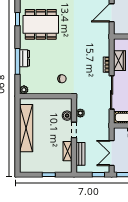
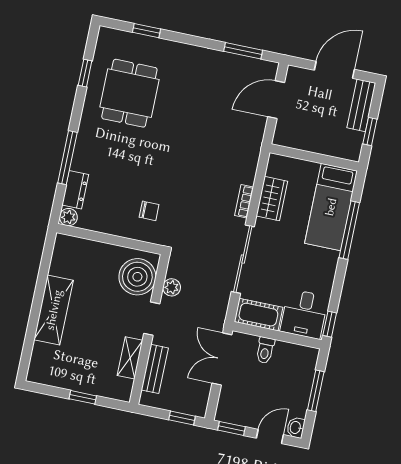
dining table: (41, 24) -> (129, 93), width x0.73
dresser: (24, 58) -> (75, 190), moved
boiler: (67, 116) -> (137, 277), width x1.86, depth x1.86
shelving: (26, 128) -> (54, 310), width x0.68
double door: (112, 153) -> (222, 359), moved

